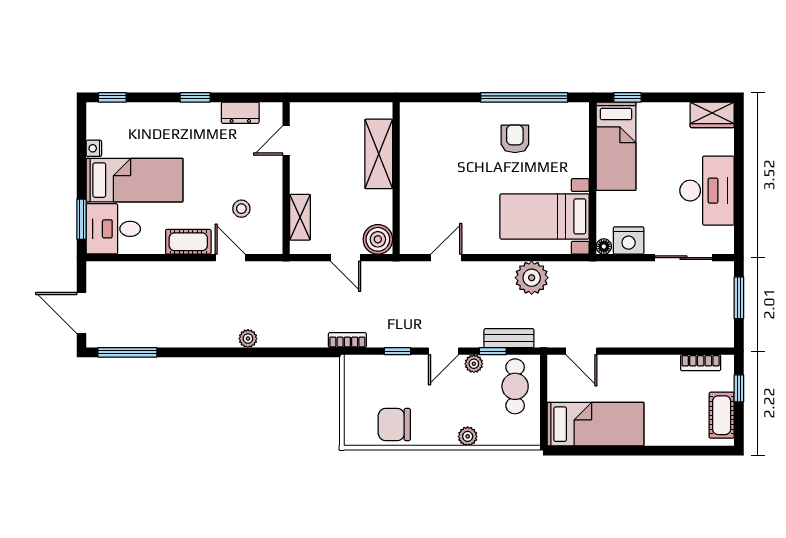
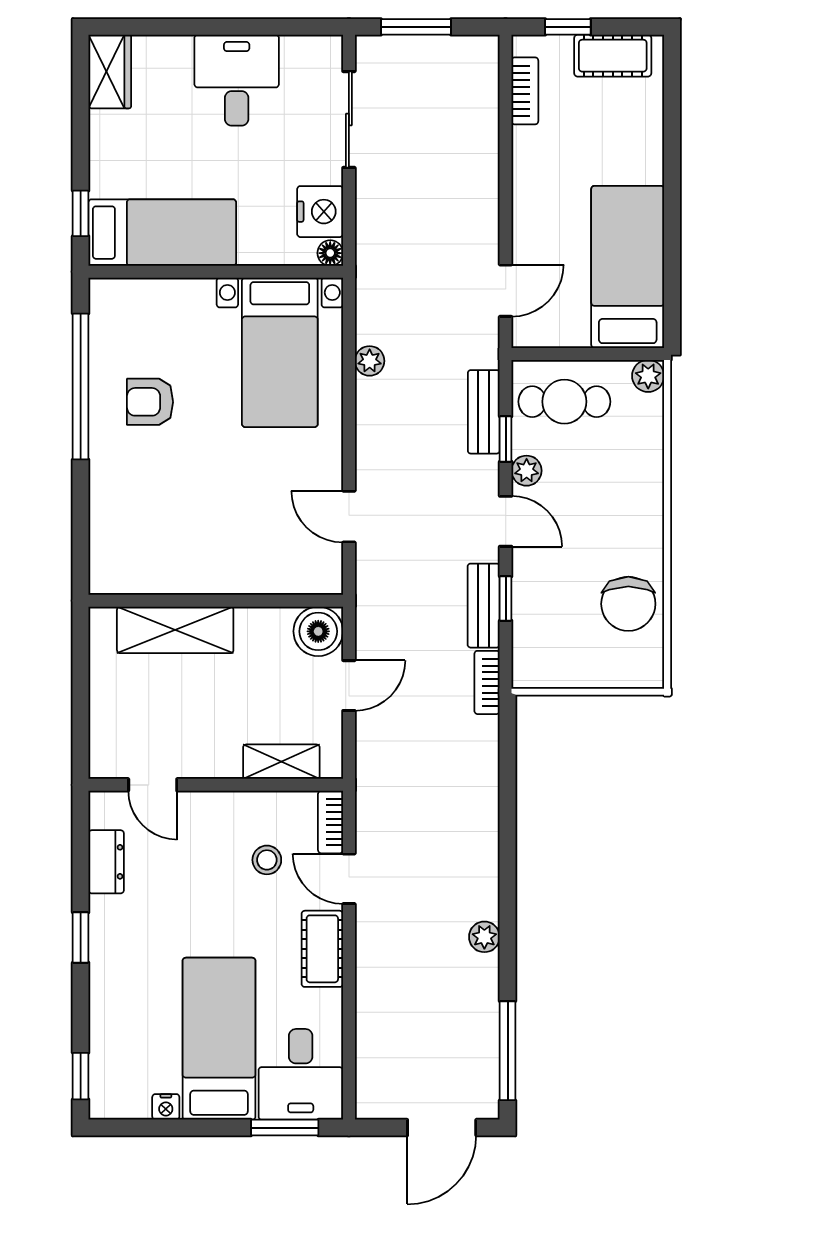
desk: (707, 191) -> (237, 80), width x0.73
bookcase: (264, 247) -> (330, 822), added
door: (230, 258) -> (349, 879), hinge flipped
plant: (532, 278) -> (370, 361), width x0.53, depth x0.53
bench: (393, 338) -> (484, 606), added
plant: (248, 339) -> (484, 937), moved
plant: (468, 436) -> (648, 376), moved

